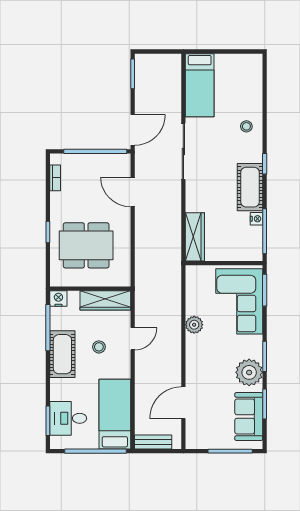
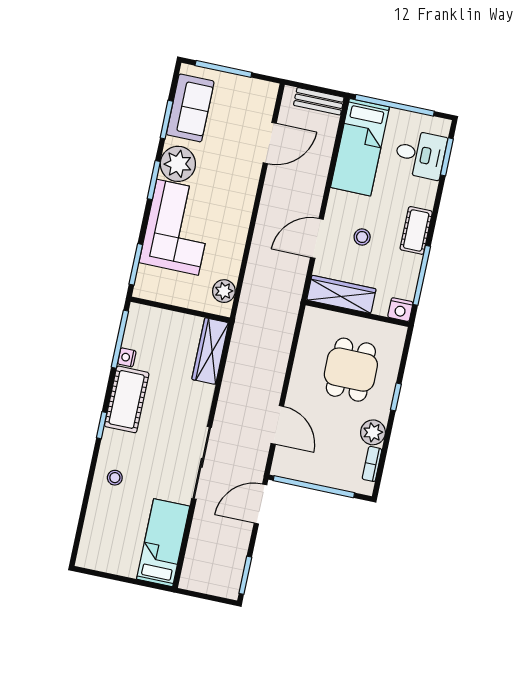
plant: (60, 202) -> (373, 432), added
dining table: (86, 245) -> (351, 370), width x0.73
corner sofa: (239, 301) -> (178, 227), moved
plant: (194, 325) -> (224, 291), moved
door: (133, 339) -> (317, 238), width x1.38
cot: (62, 354) -> (416, 230), width x0.73, depth x0.75

